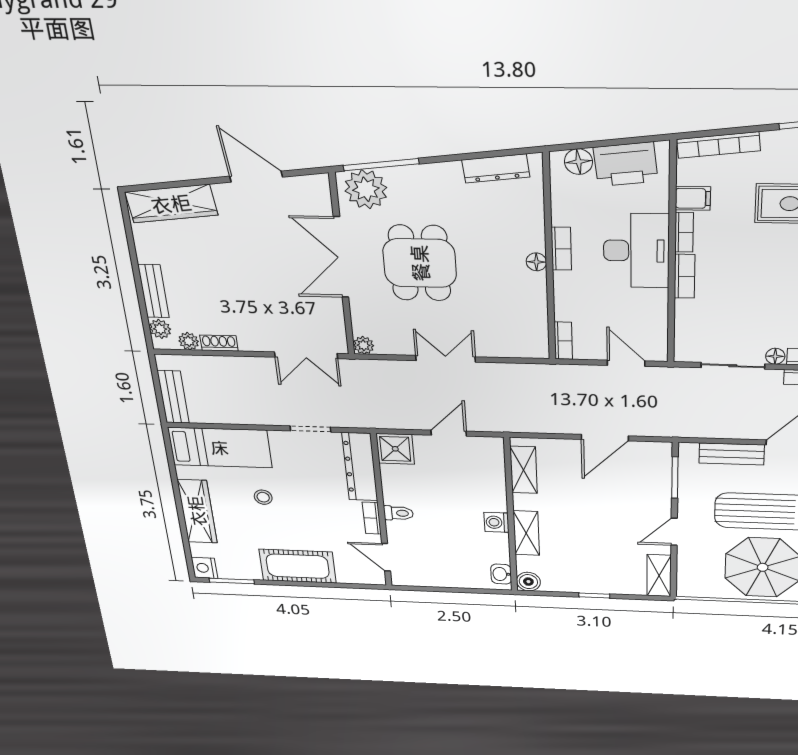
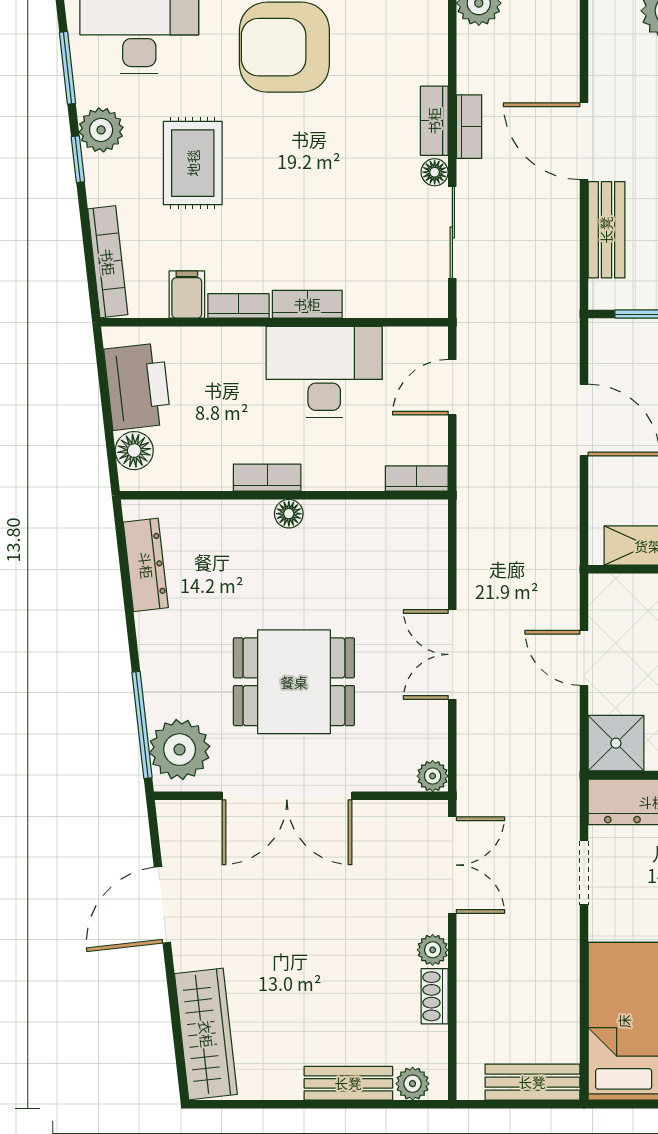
desk: (636, 251) -> (324, 372), moved
plant: (189, 341) -> (433, 950), moved

